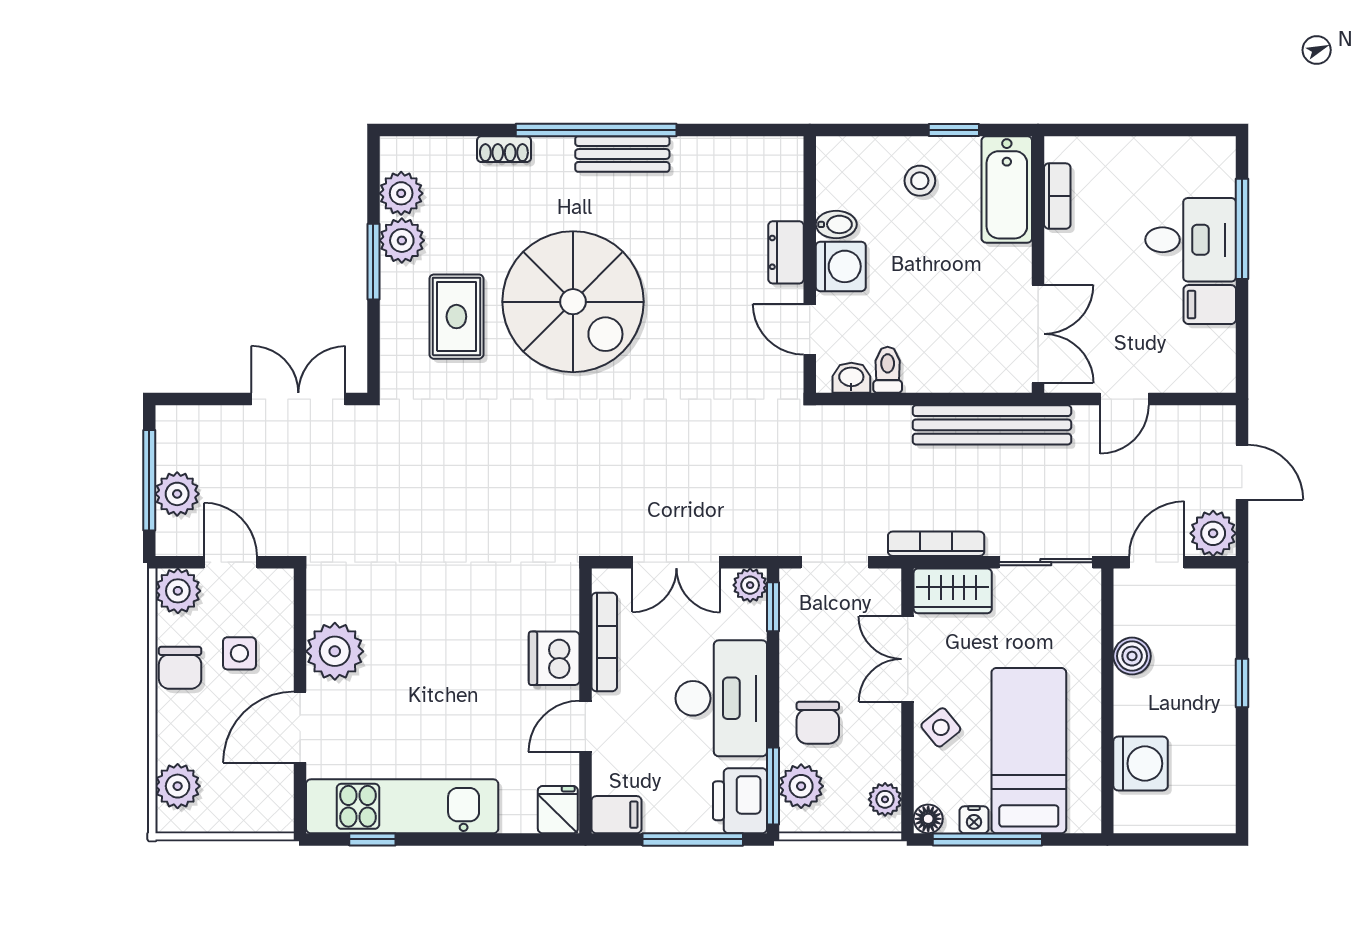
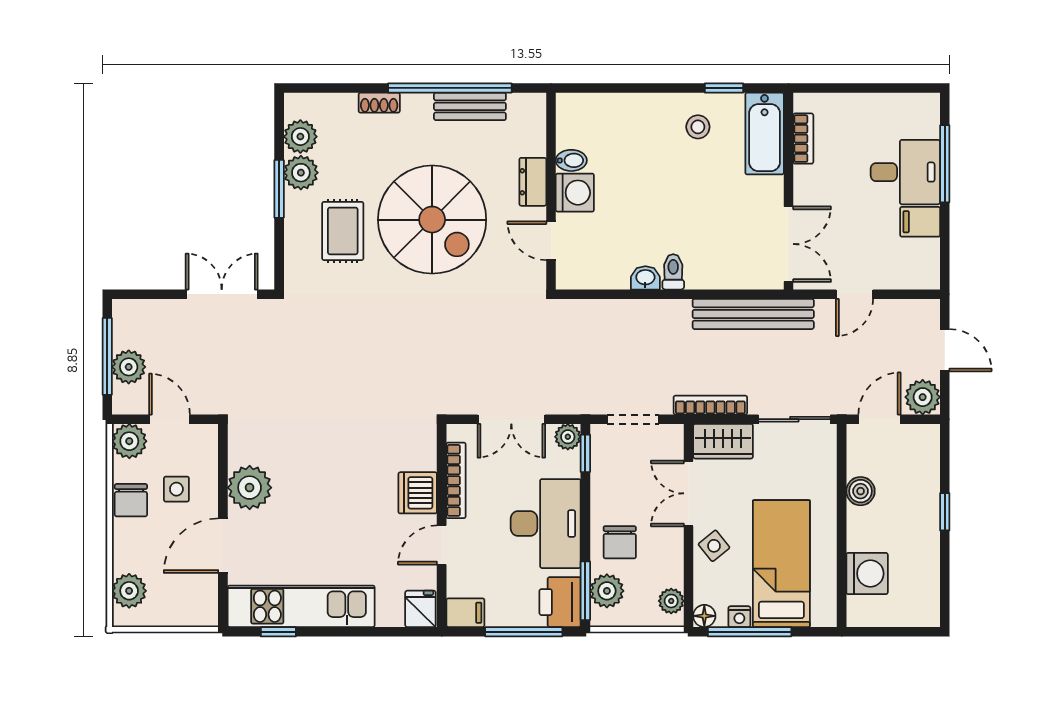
bidet: (836, 224) -> (571, 160), moved
dresser: (786, 252) -> (533, 182), moved
wall: (810, 265) -> (551, 191), moved
washing machine: (841, 266) -> (575, 193), moved
door: (810, 329) -> (551, 241), moved

